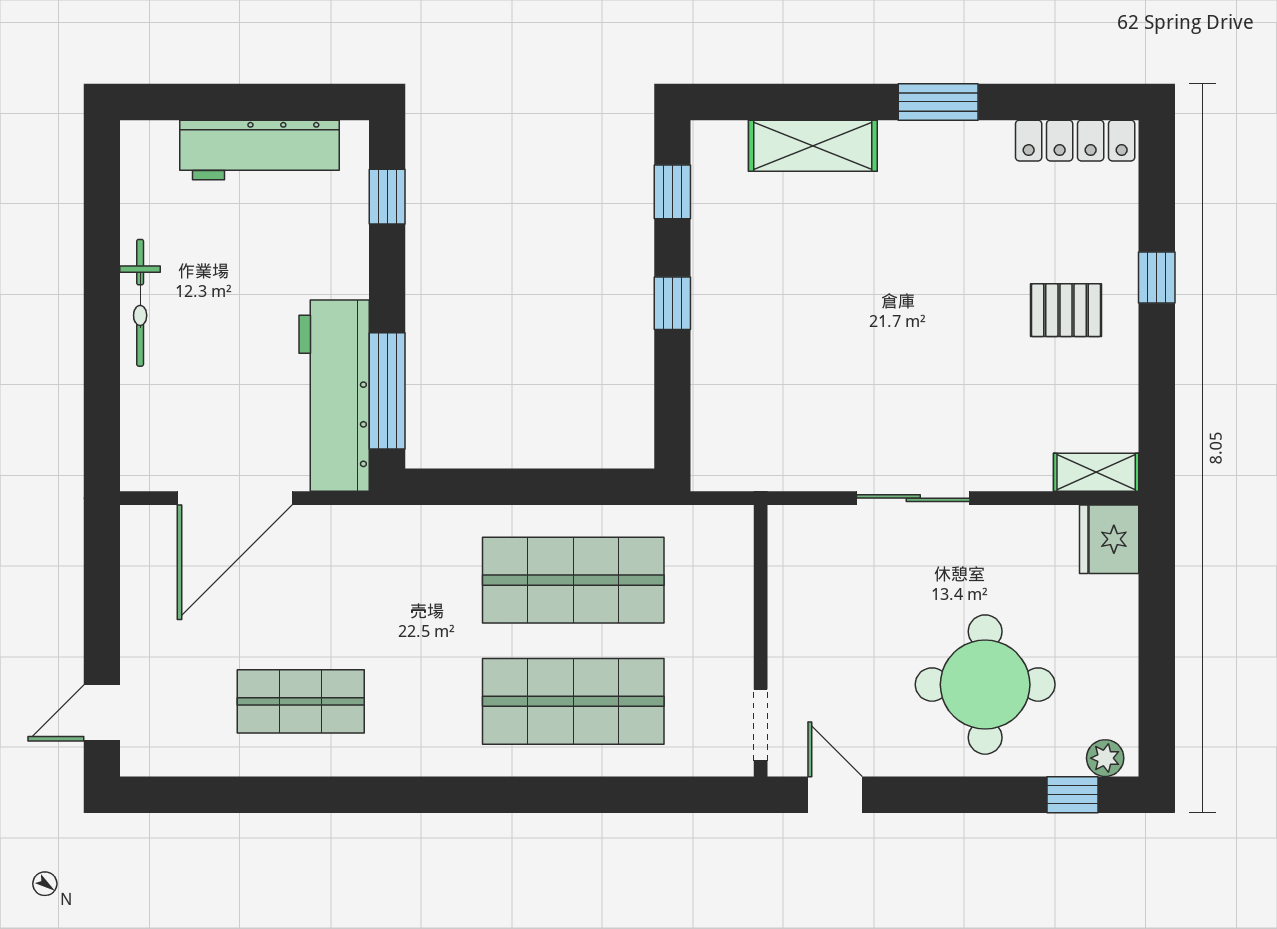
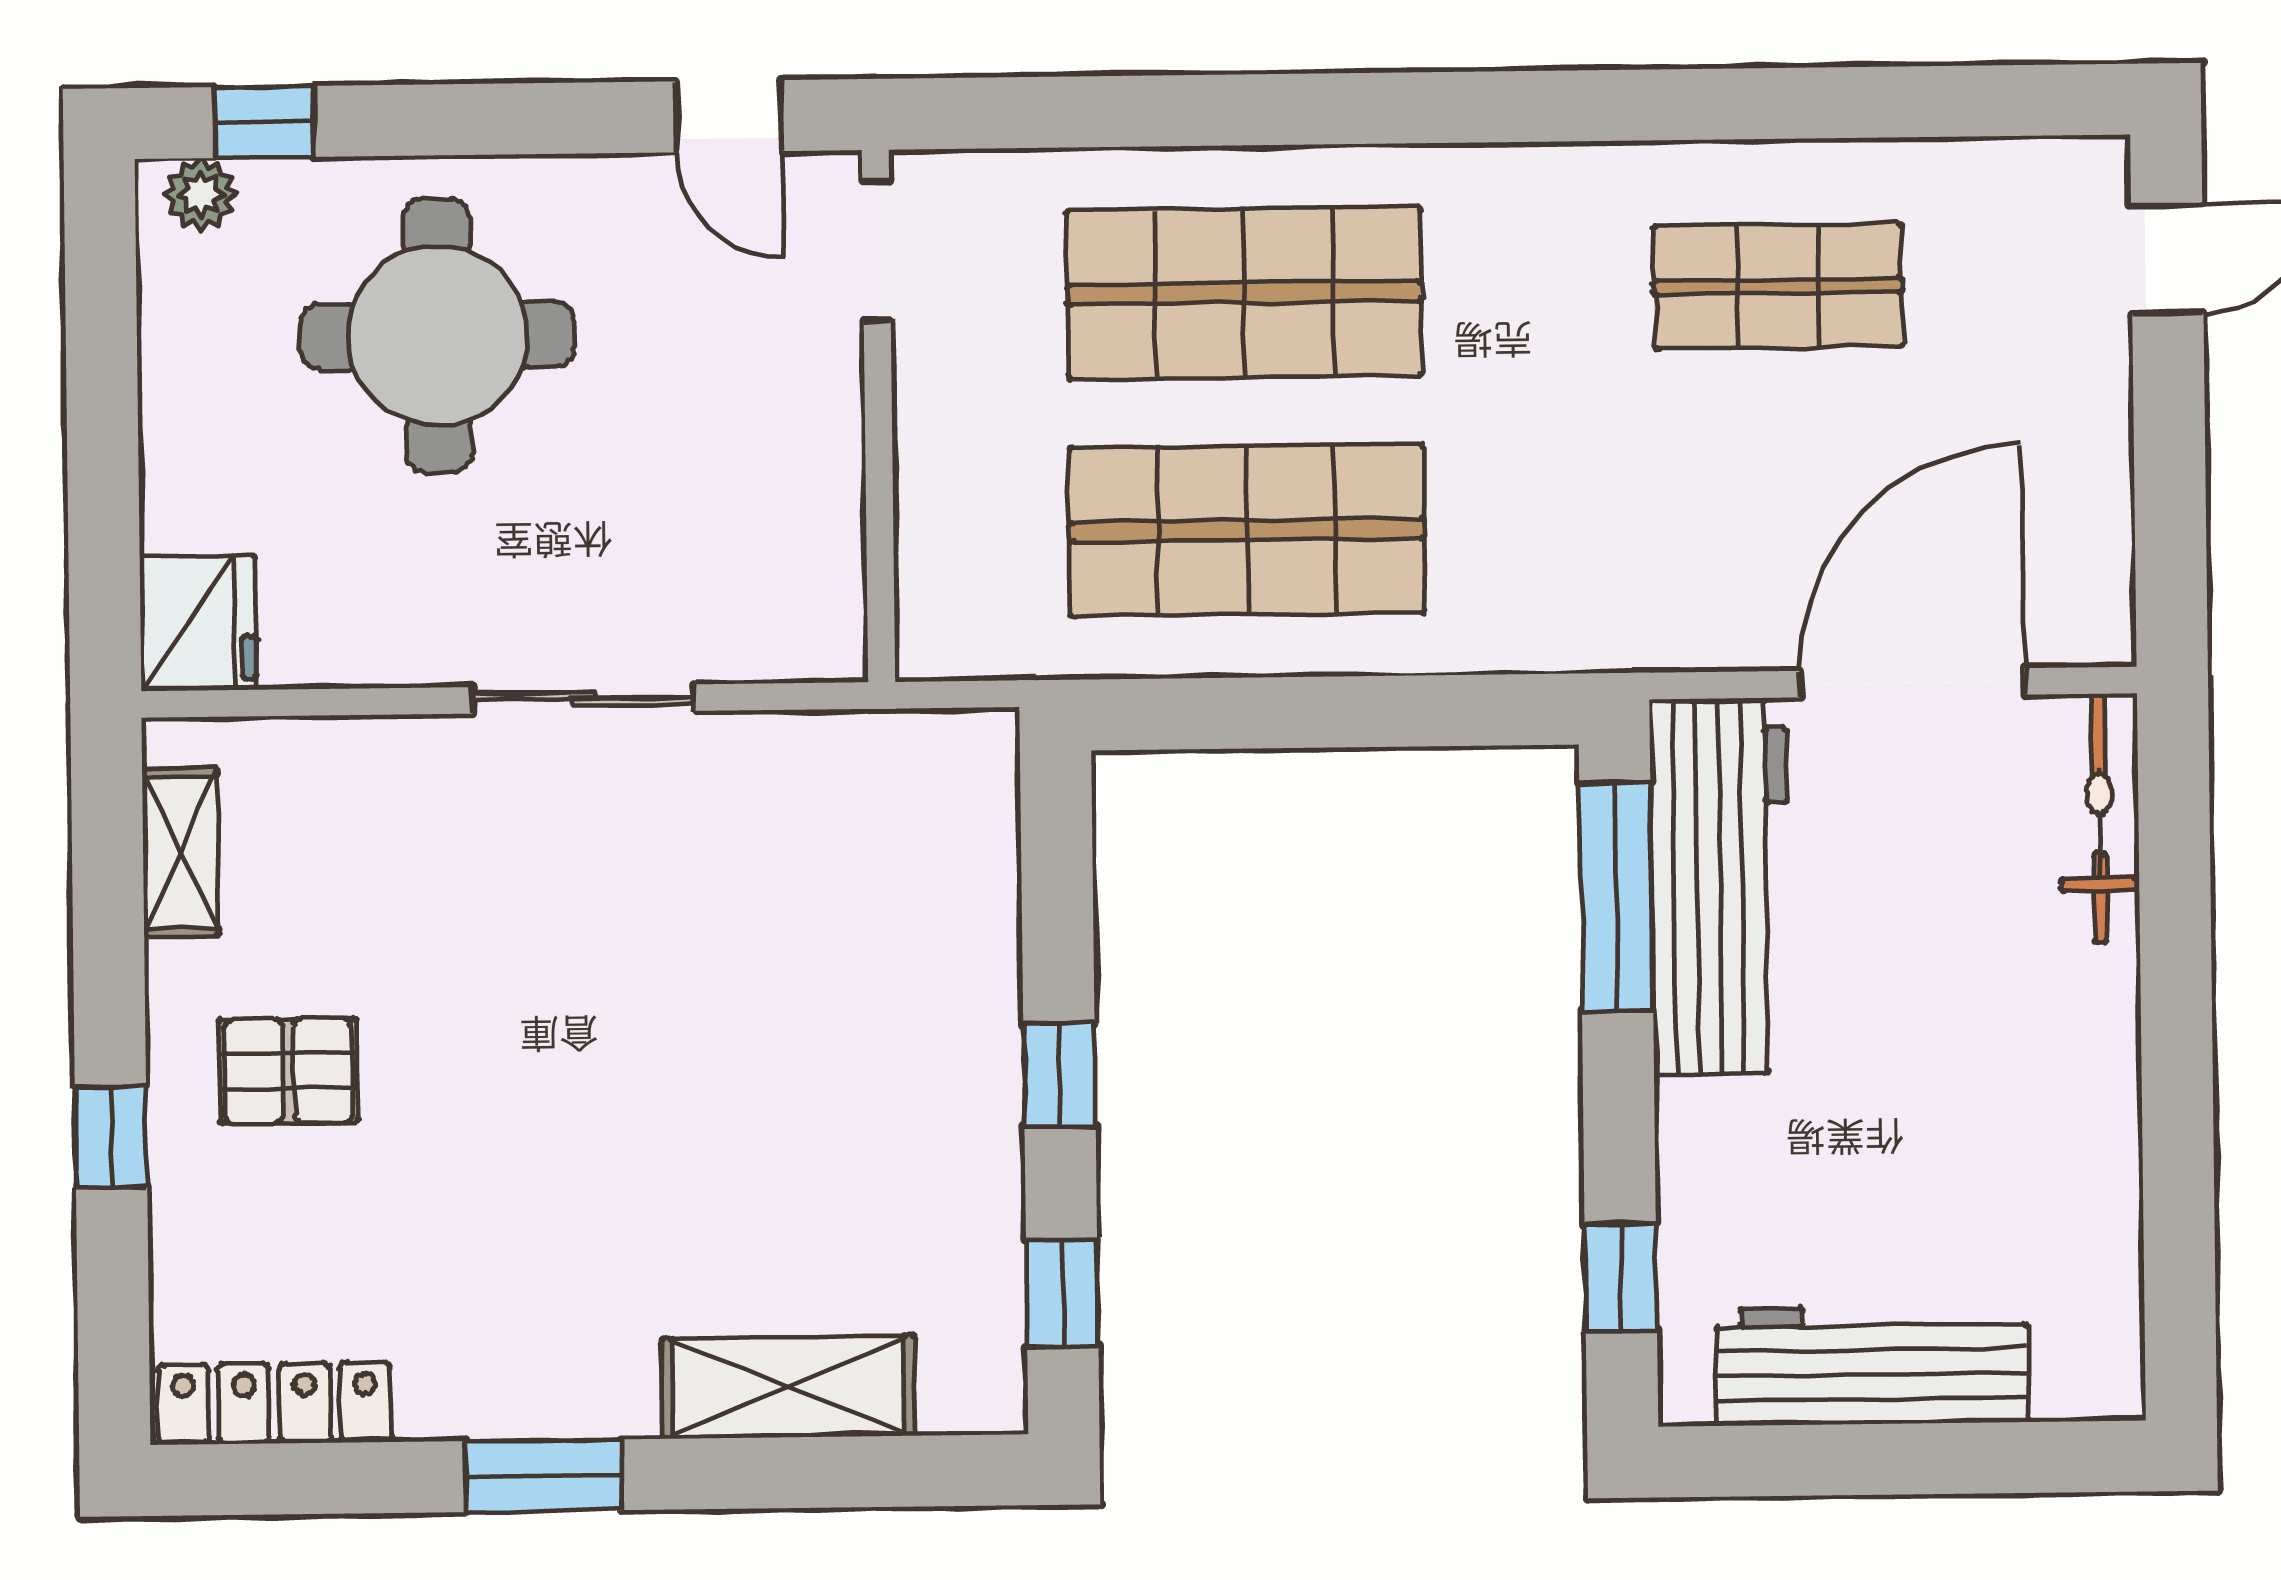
bicycle: (140, 303) -> (2099, 818), moved
shelving: (1096, 472) -> (181, 852), moved, turned 90

